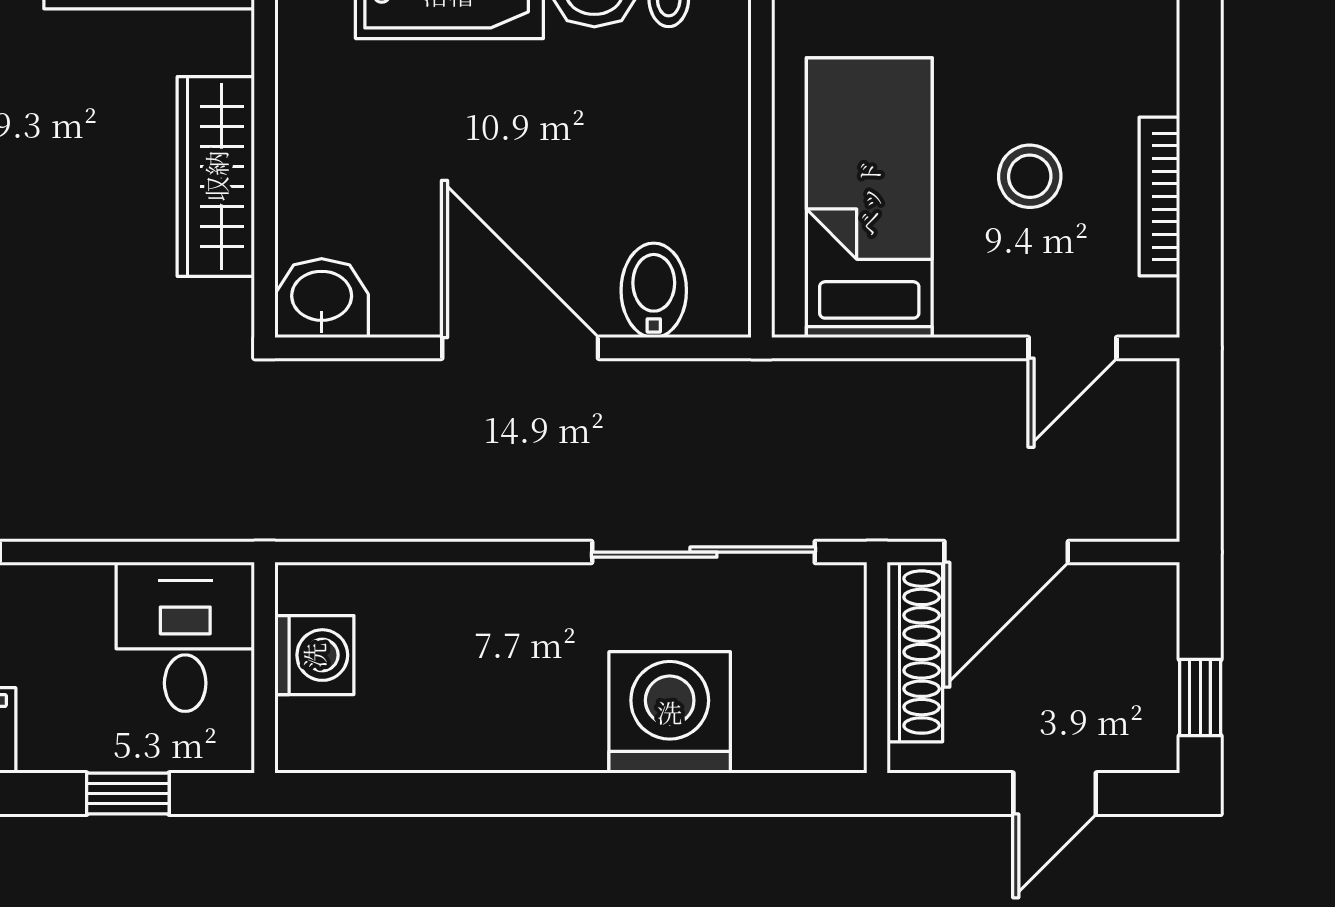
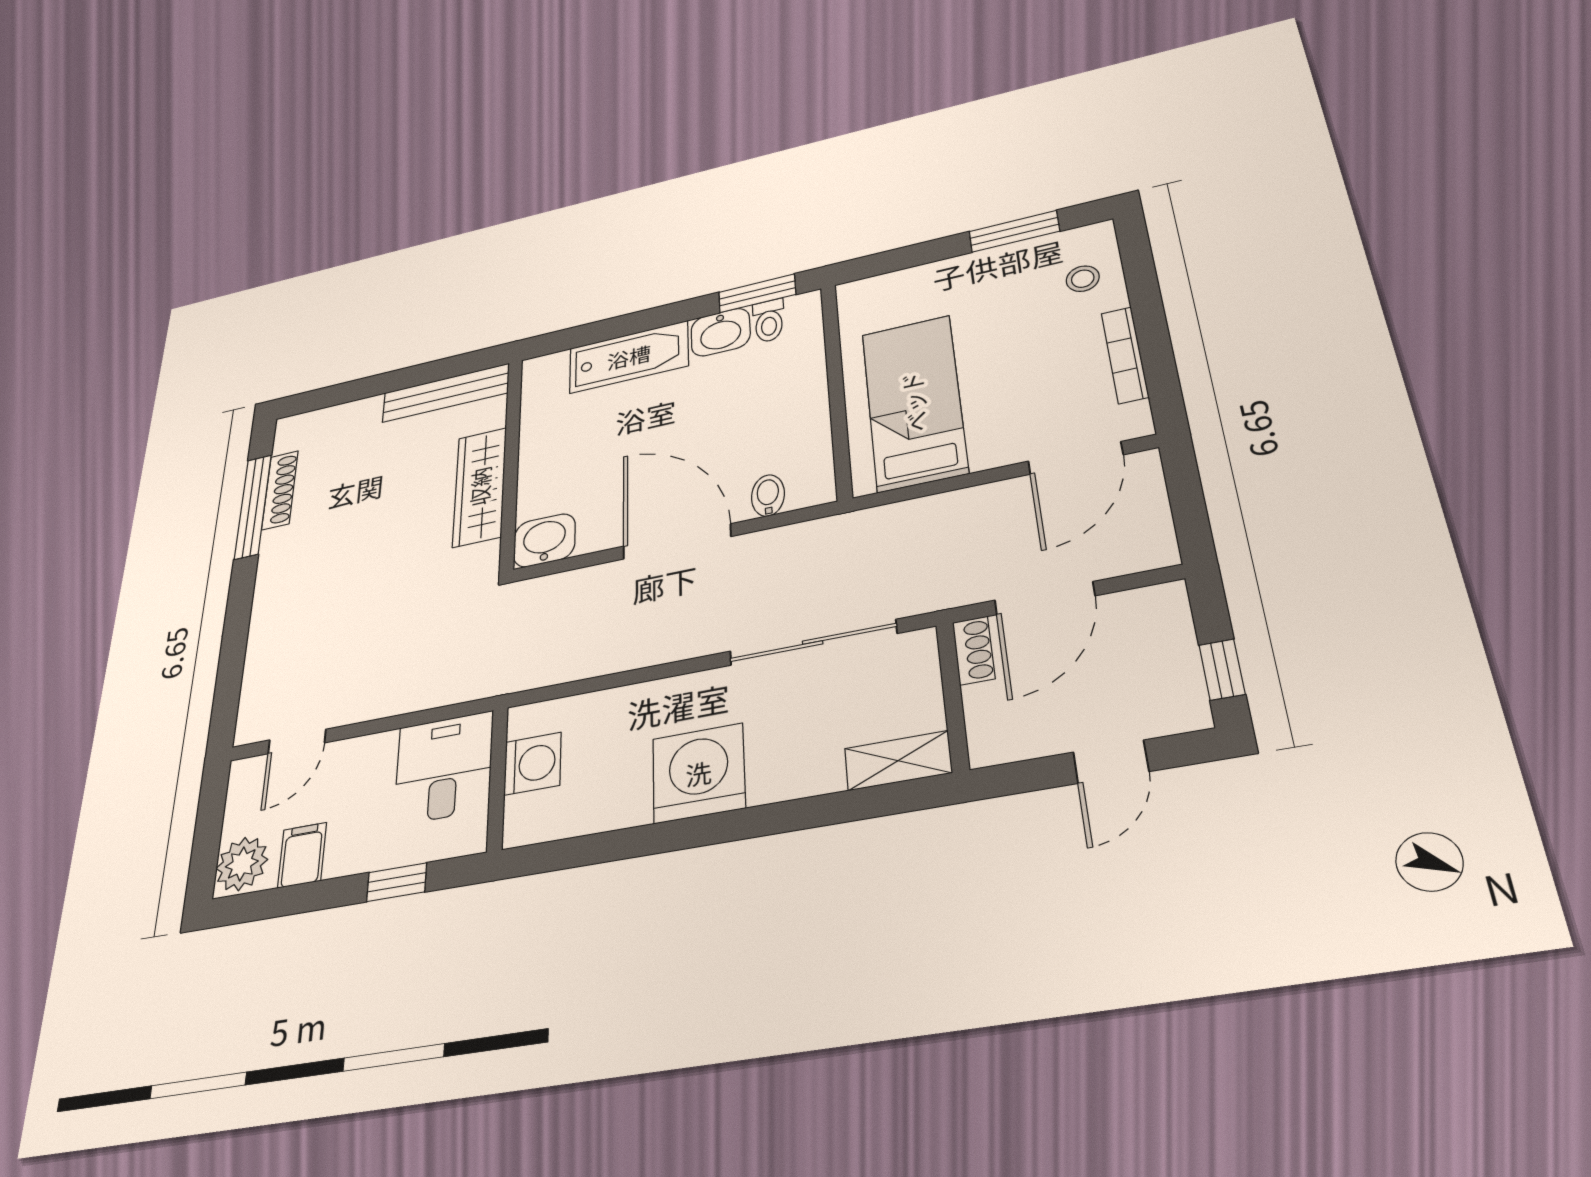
stool: (1030, 176) -> (1083, 279), moved, width x0.73, depth x0.73
bidet: (654, 290) -> (768, 495), width x0.72, depth x0.74
door: (1072, 348) -> (1075, 458), width x1.38
shoe rack: (915, 652) -> (974, 650), width x0.51, depth x0.81
washing machine: (670, 712) -> (699, 773), moved
shelving: (801, 744) -> (898, 761), added

